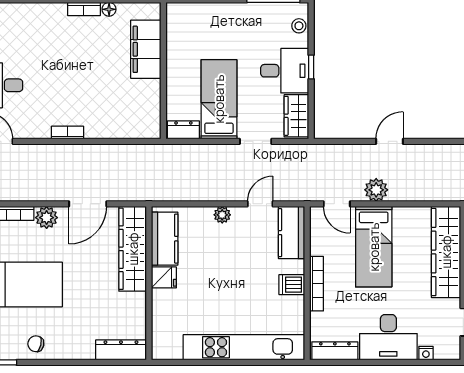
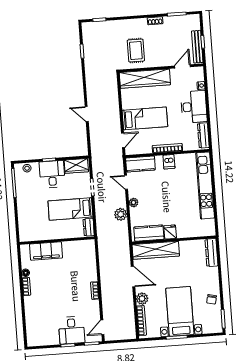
plant: (376, 190) -> (121, 214), moved

